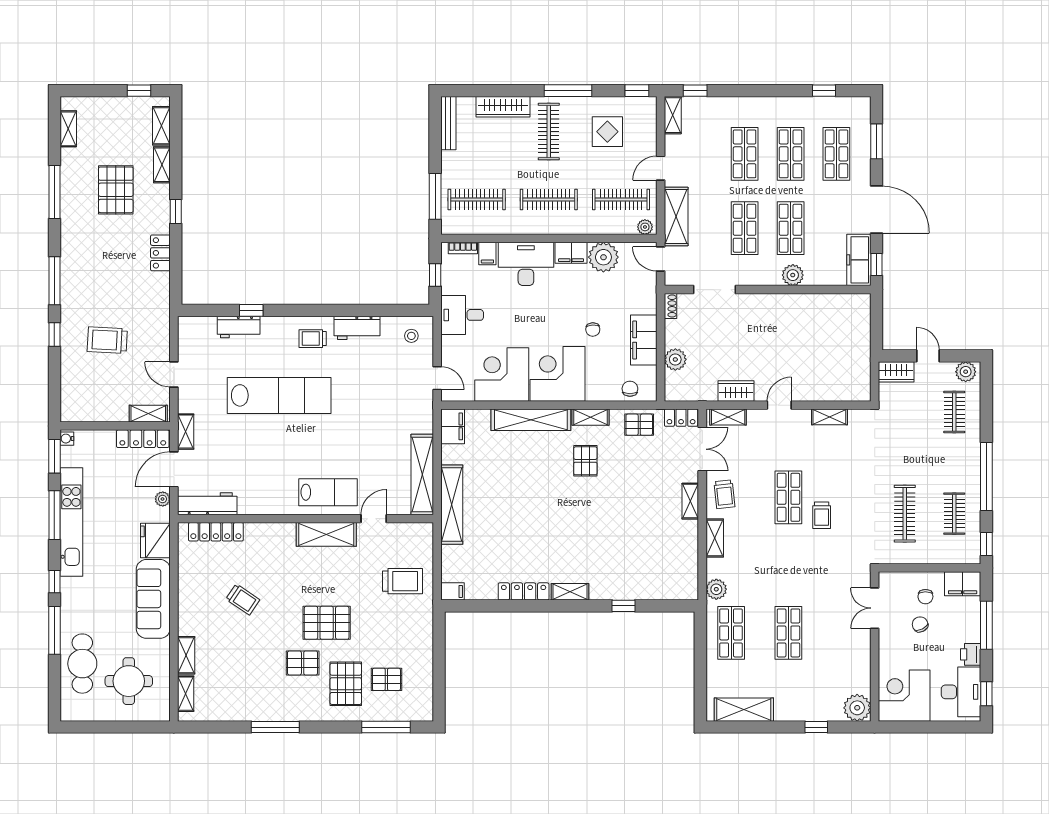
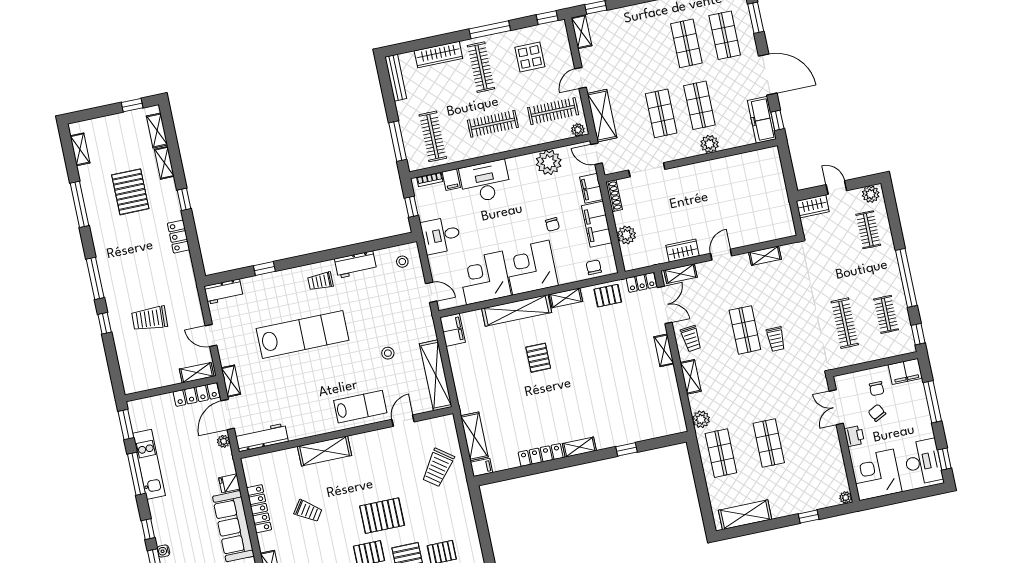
shop shelf: (745, 154) -> (648, 51), removed
clothes rail: (477, 199) -> (433, 136), turned 90
filing cabinet: (571, 253) -> (591, 188), moved, turned 90
shoe rack: (671, 306) -> (614, 196), width x1.43
workbench: (239, 327) -> (224, 292), moved
stool: (373, 437) -> (388, 353), added
water cooler: (67, 439) -> (163, 551), moved
pallet: (585, 461) -> (538, 358), moved
shelving: (452, 505) -> (474, 436), moved, width x0.68
kitchen unit: (71, 522) -> (149, 464), width x0.73
locker: (216, 532) -> (259, 509), moved, turned -90
shelving: (326, 534) -> (324, 451), moved
fridge: (155, 540) -> (229, 483), width x0.53, depth x0.75
trolley: (402, 581) -> (438, 468), turned 126
printer: (971, 654) -> (854, 436), moved, turned 180
plant: (857, 708) -> (846, 497), width x0.53, depth x0.53

